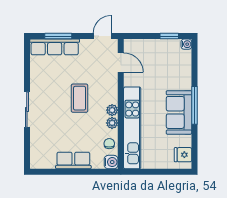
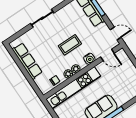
door: (121, 63) -> (107, 55), hinge flipped
row of seats: (73, 160) -> (27, 61), width x1.48
water cooler: (111, 162) -> (89, 59), moved

